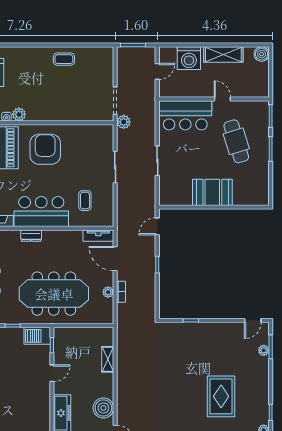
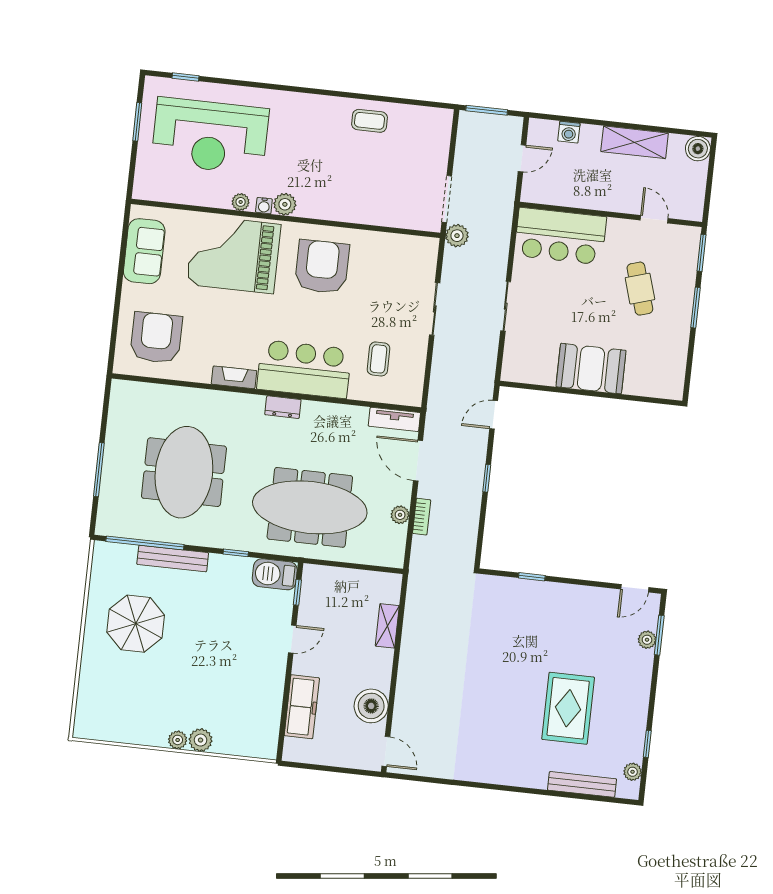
washing machine: (189, 58) -> (569, 132), width x0.53, depth x0.53
door: (222, 99) -> (654, 219), moved
cafe table: (236, 141) -> (640, 289), width x0.73, depth x0.74

